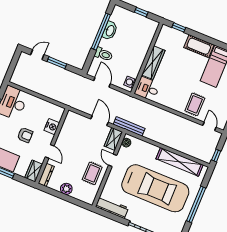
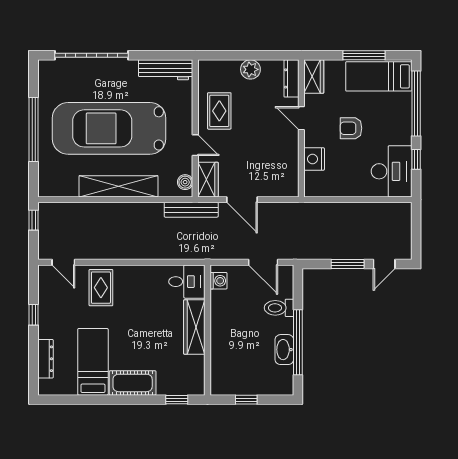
shelving: (179, 162) -> (118, 186), moved

